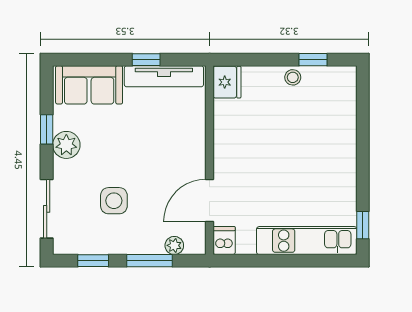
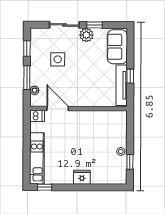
fridge: (227, 82) -> (82, 177), moved, turned 180
sliding door: (47, 209) -> (64, 25), moved

